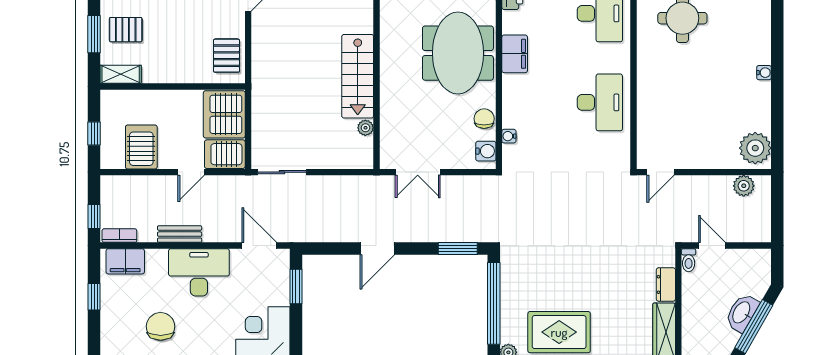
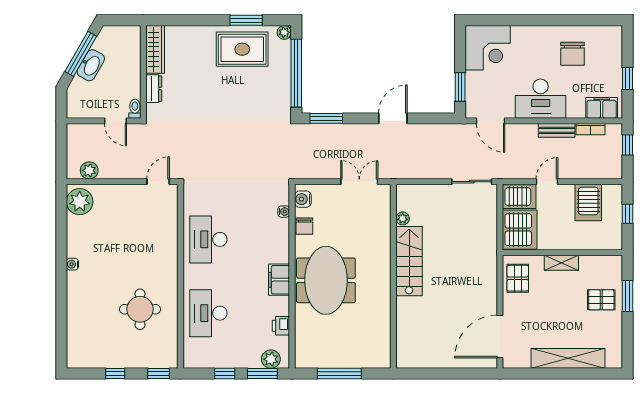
shelving: (121, 74) -> (561, 263), moved
bookcase: (119, 236) -> (591, 129), moved

